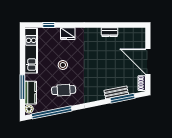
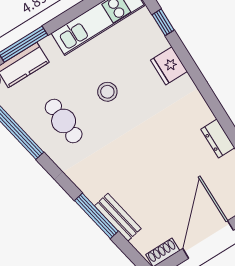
window: (123, 98) -> (96, 216), moved

